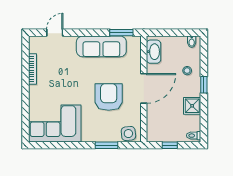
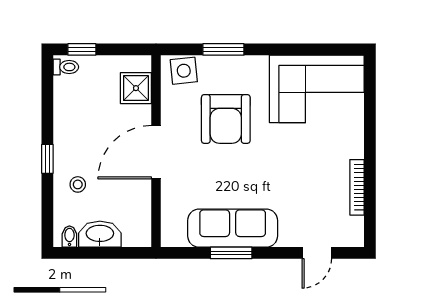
window: (121, 33) -> (231, 253), moved
washbasin: (154, 52) -> (100, 234), moved, turned 90
armchair: (109, 97) -> (226, 119), moved
shower: (192, 106) -> (136, 88), moved
window: (170, 145) -> (82, 49), moved

